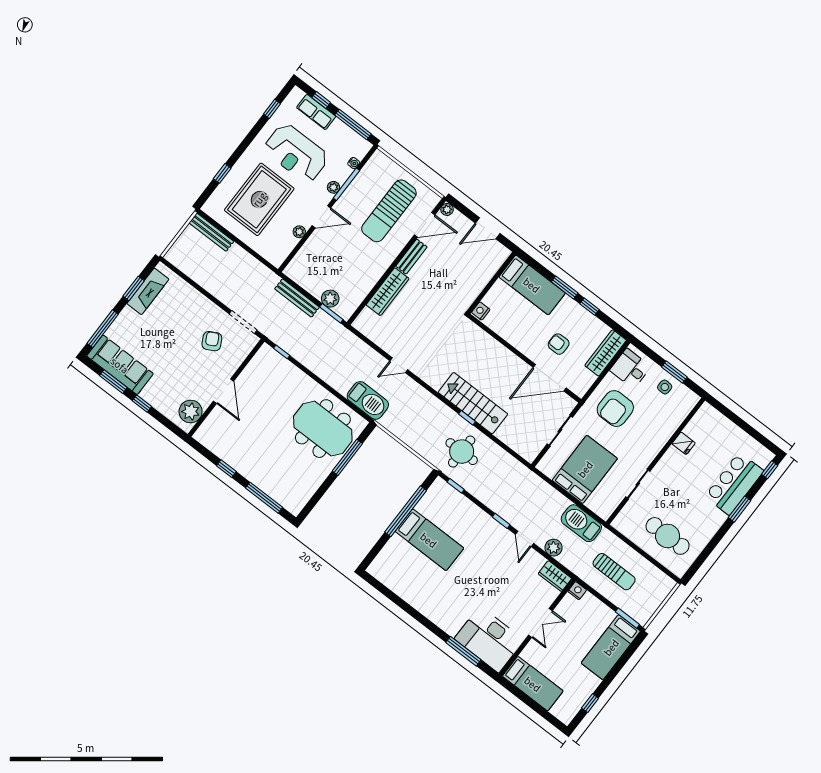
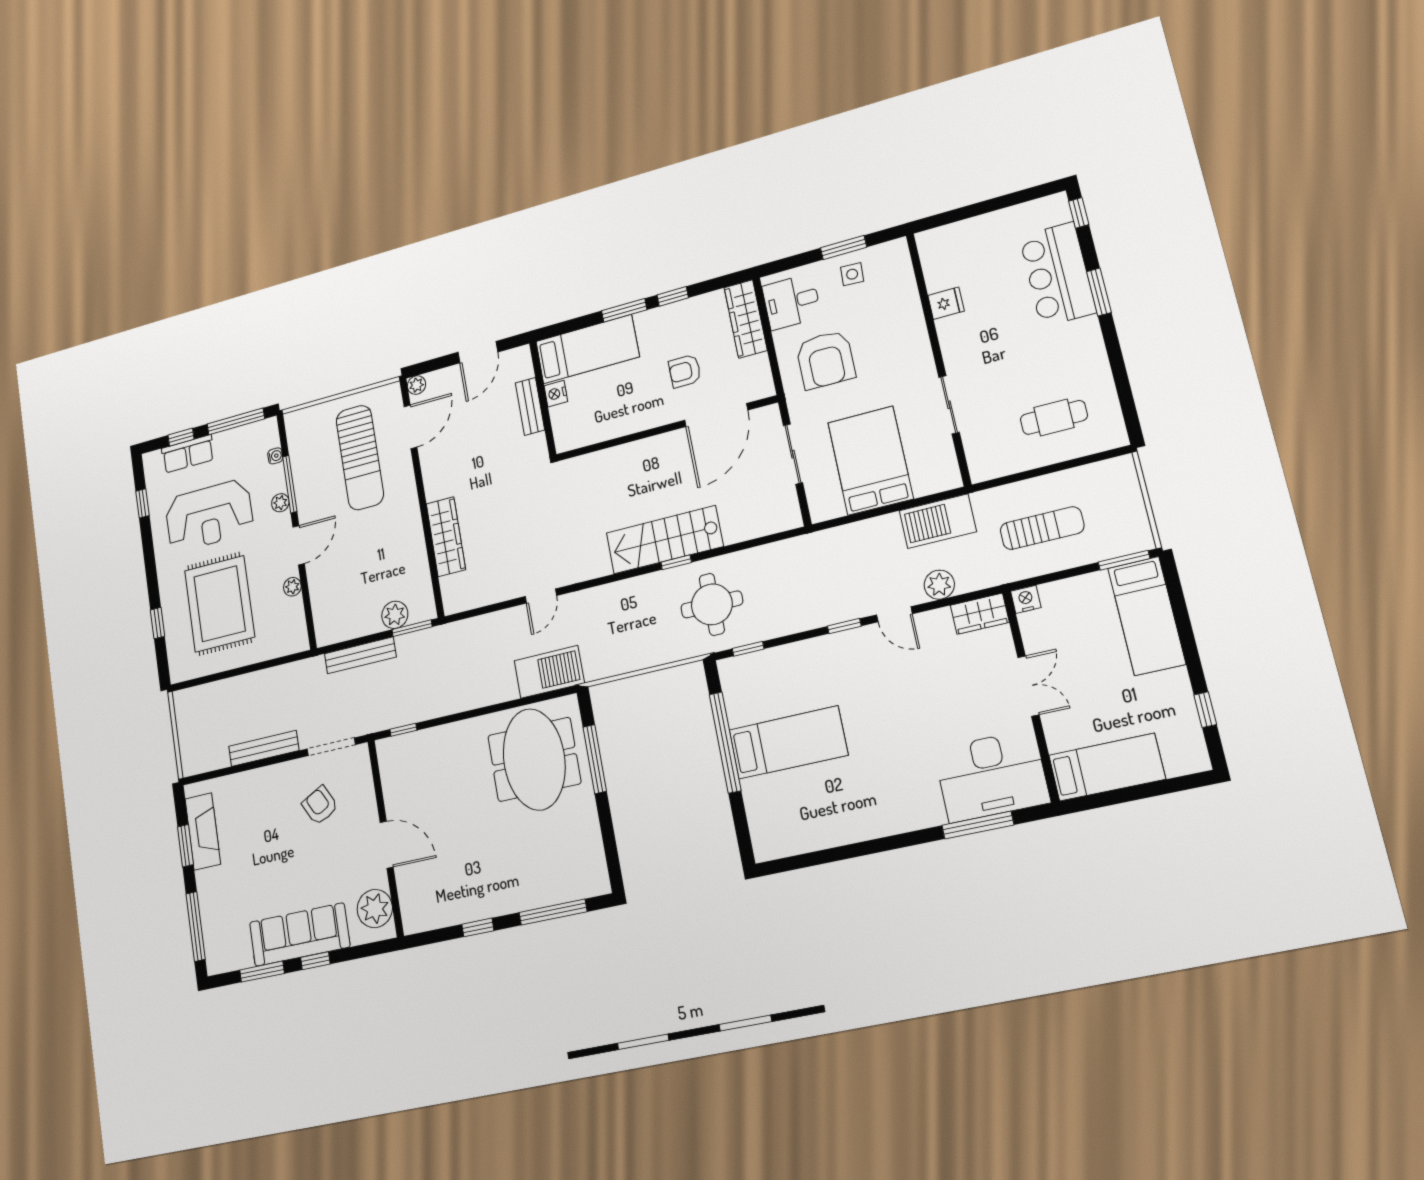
bench: (211, 232) -> (264, 748), moved
bench: (411, 257) -> (530, 406), moved
nightstand: (481, 311) -> (556, 394), moved
sofa: (120, 365) -> (299, 935), moved
meeting table: (323, 429) -> (534, 759), turned 90
cafe table: (668, 536) -> (1054, 417), width x0.73, depth x0.74

